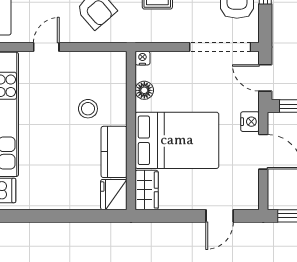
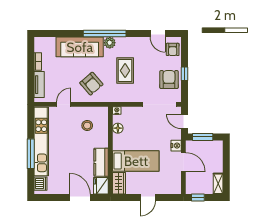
stool: (88, 109) -> (87, 126), moved
bed: (177, 140) -> (136, 161), width x0.67
door: (76, 216) -> (80, 198), added
door: (220, 216) -> (148, 198), moved

